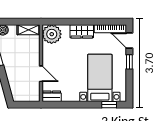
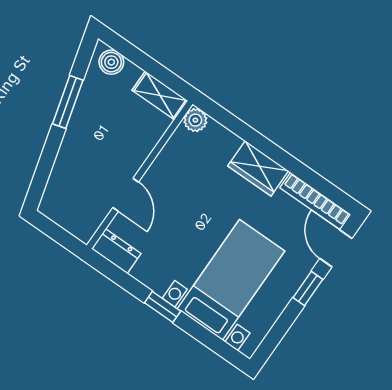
plant: (52, 34) -> (195, 120), width x0.53, depth x0.53
window: (109, 105) -> (163, 307), moved

